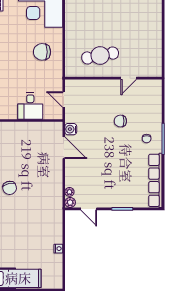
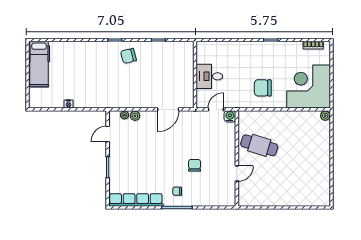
chair: (42, 52) -> (263, 88), turned -90
cafe table: (100, 56) -> (259, 145), turned -62
door: (129, 78) -> (237, 174), swing flipped
water cooler: (71, 129) -> (230, 116), moved
plant: (70, 203) -> (135, 116), moved

